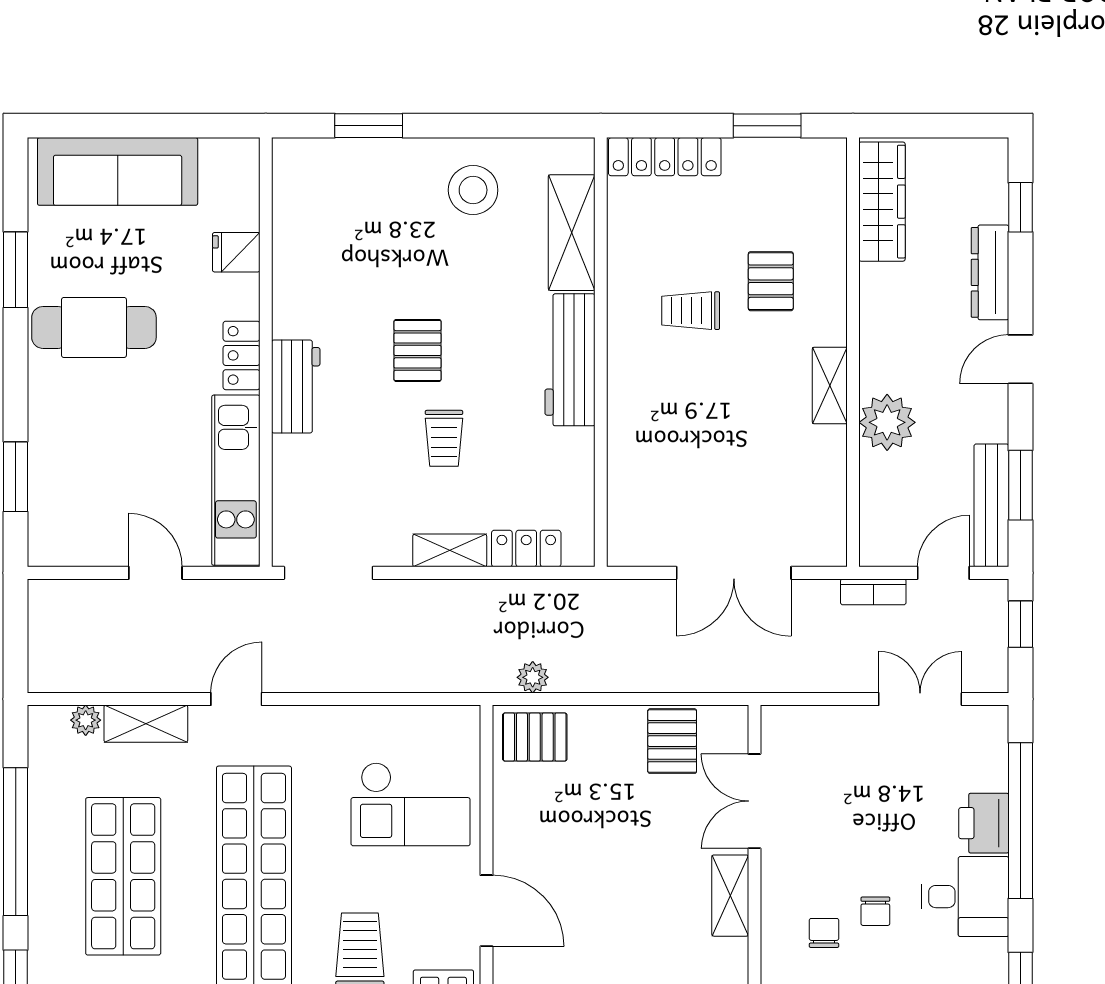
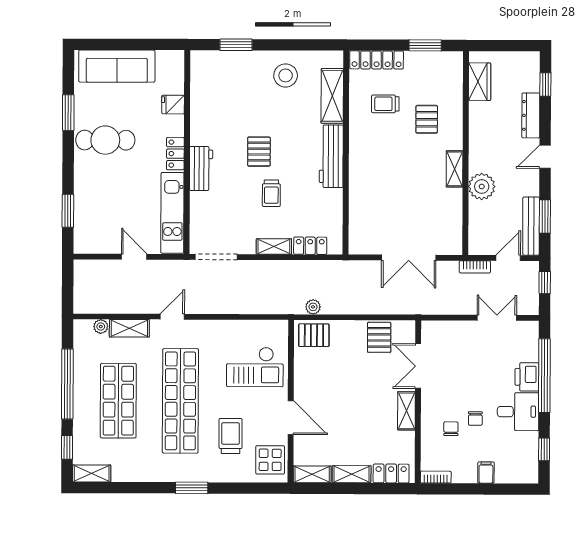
wardrobe: (882, 202) -> (480, 82), width x0.67
trolley: (691, 311) -> (385, 104), moved

